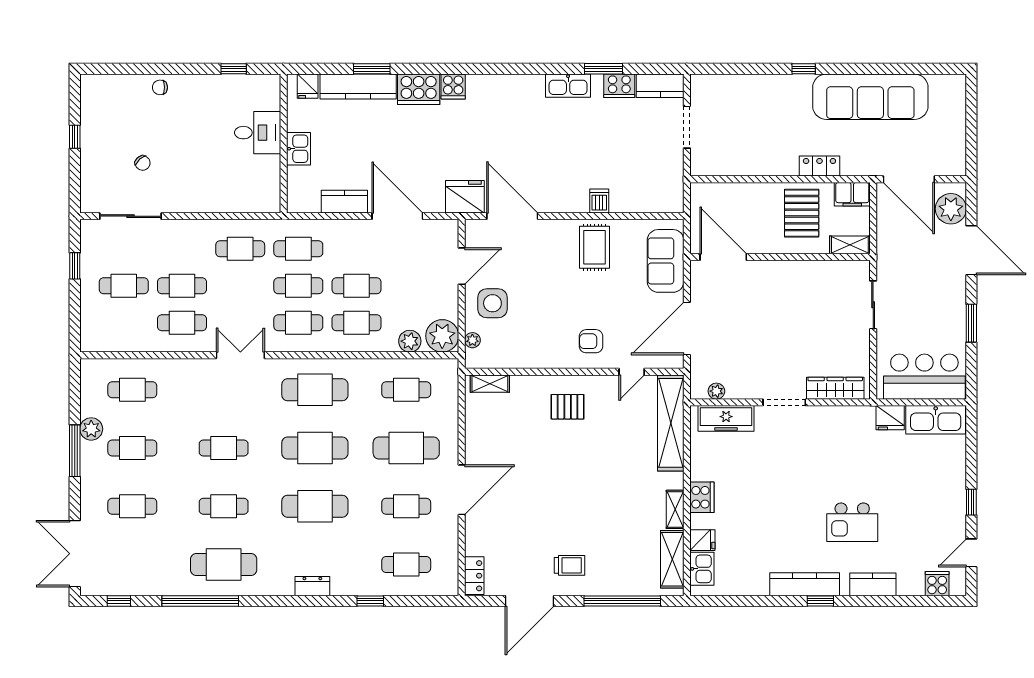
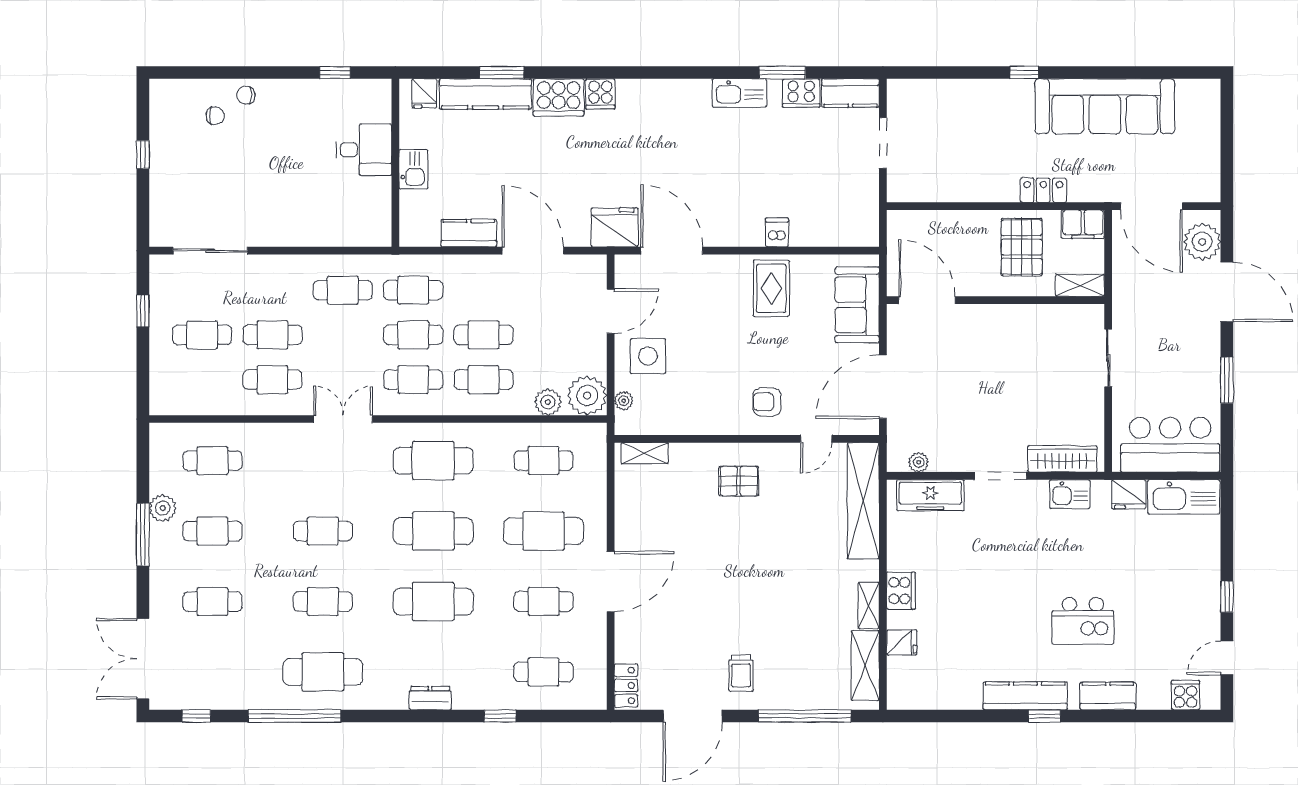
chair: (143, 163) -> (215, 116), moved, turned -48
trolley: (569, 565) -> (741, 673), turned 90
kitchen sink: (702, 569) -> (1070, 494), moved, turned 90

